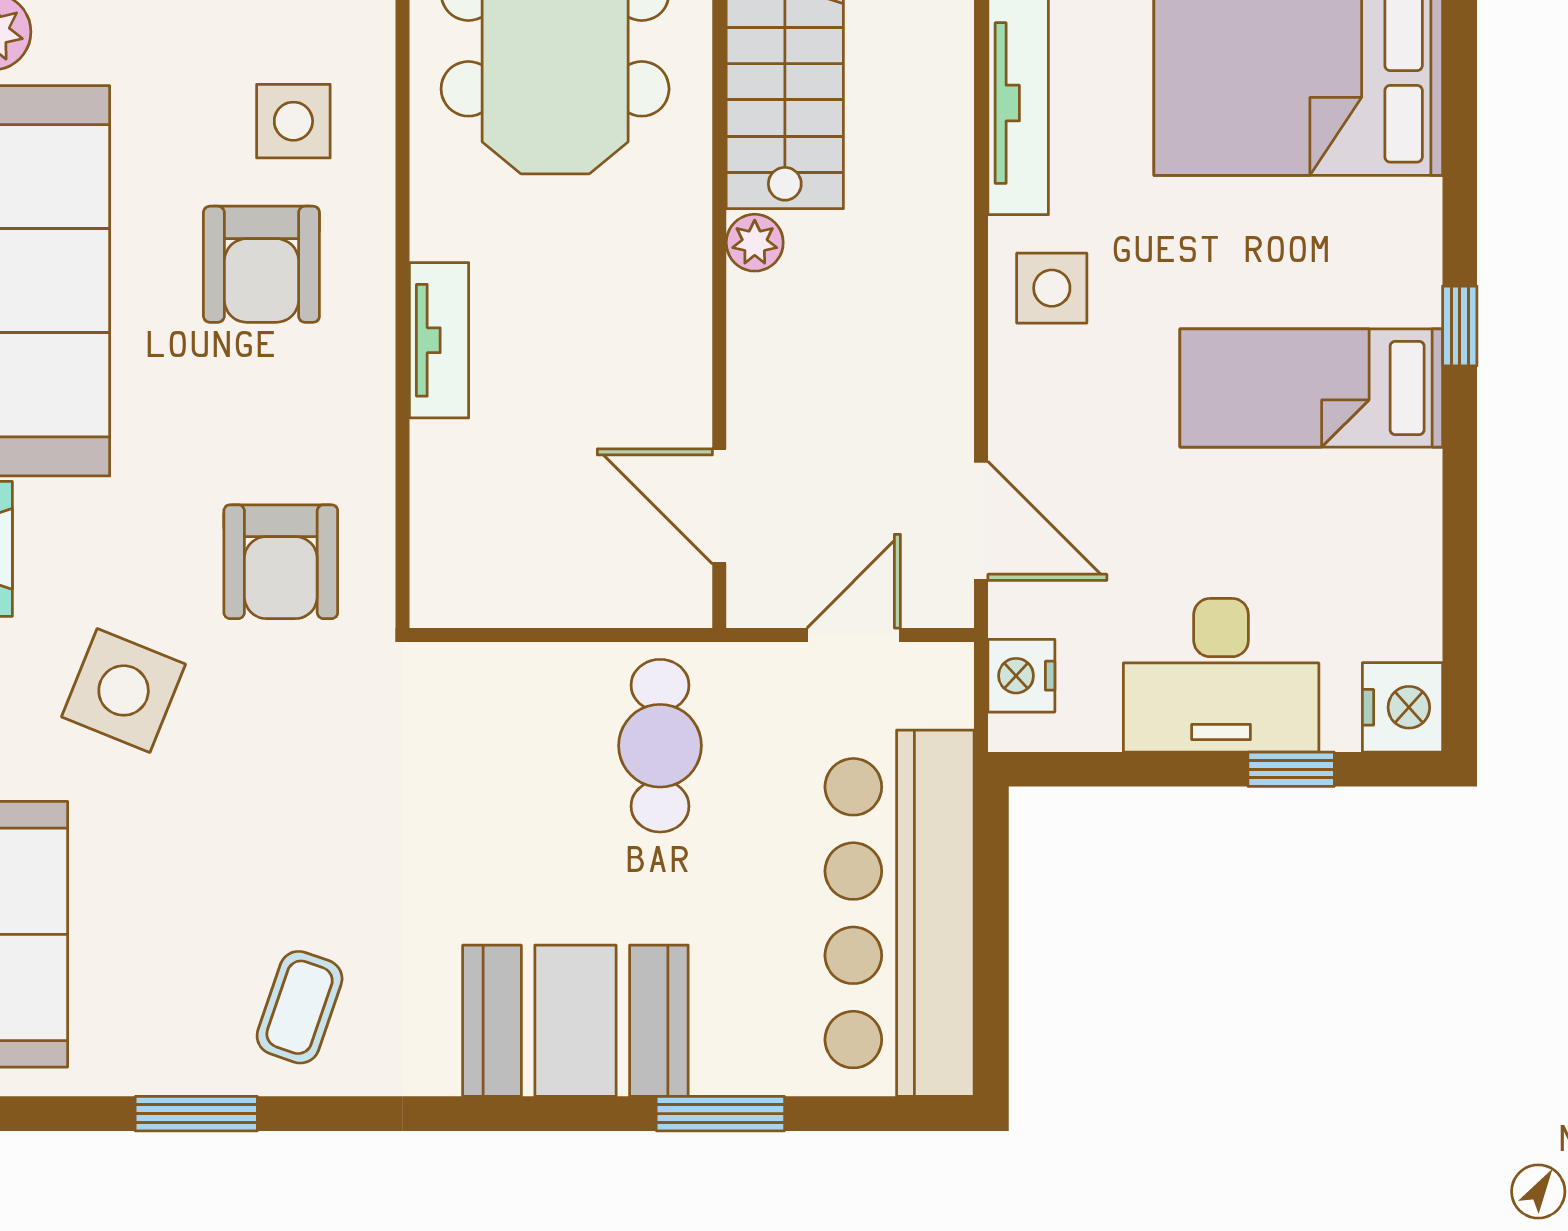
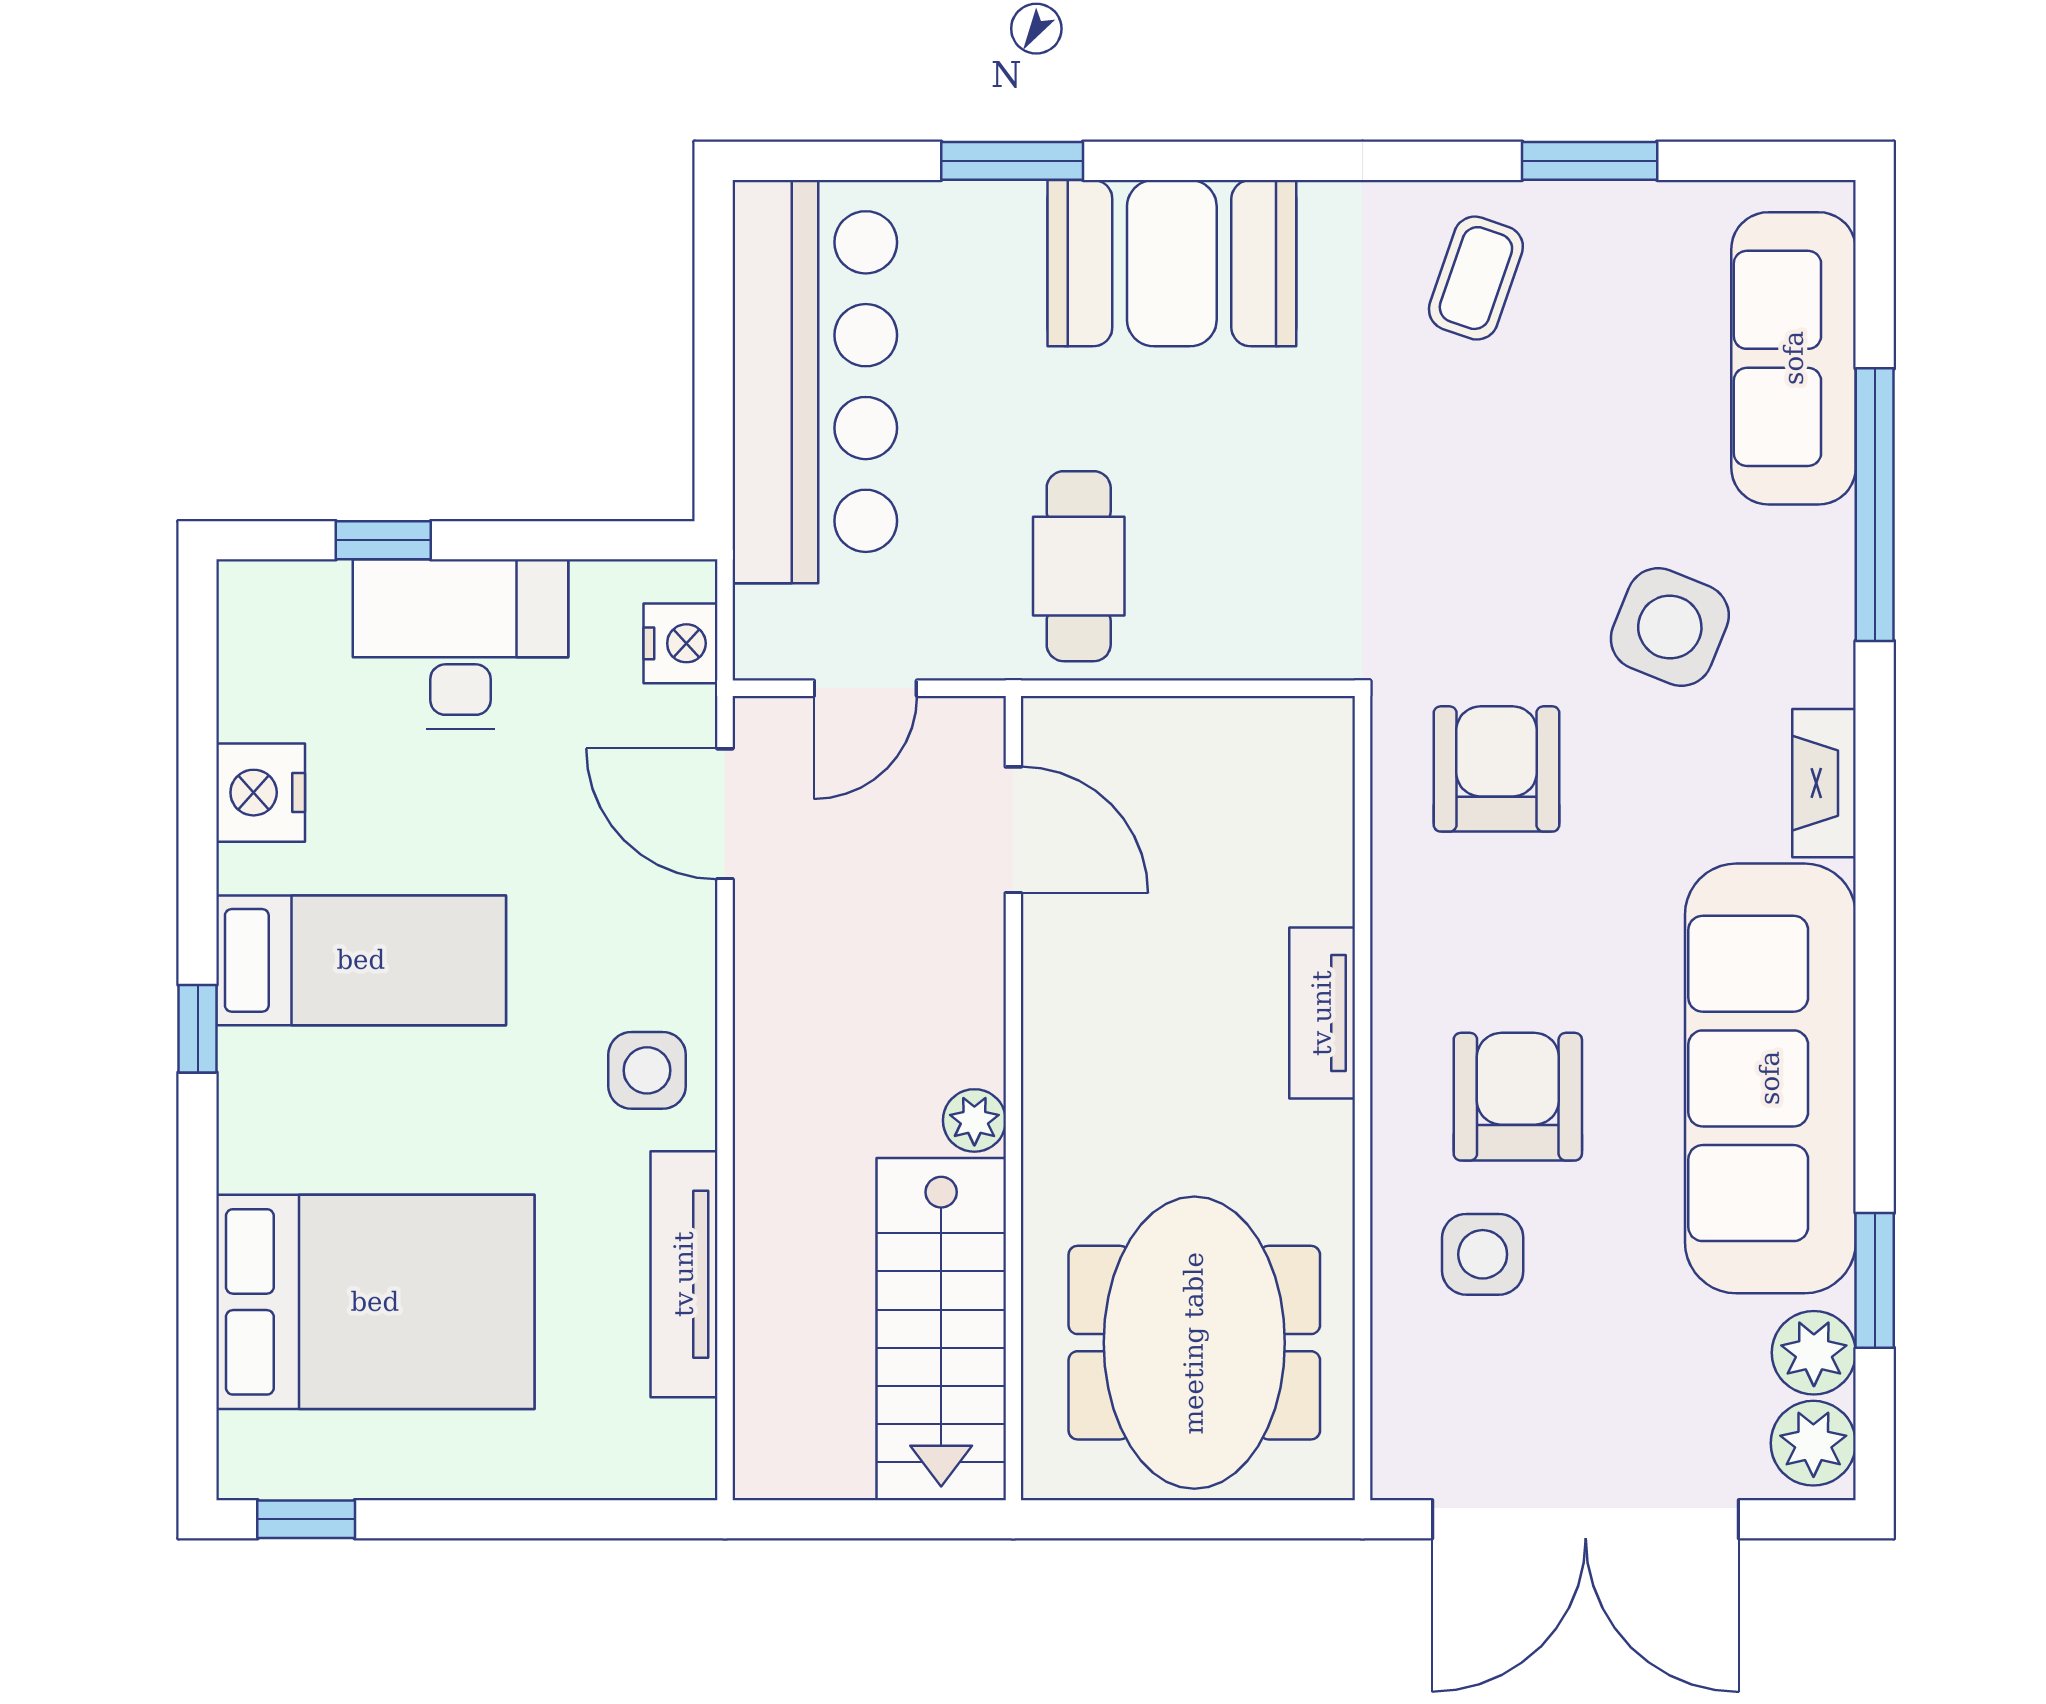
nightstand: (1402, 707) -> (261, 793), moved

